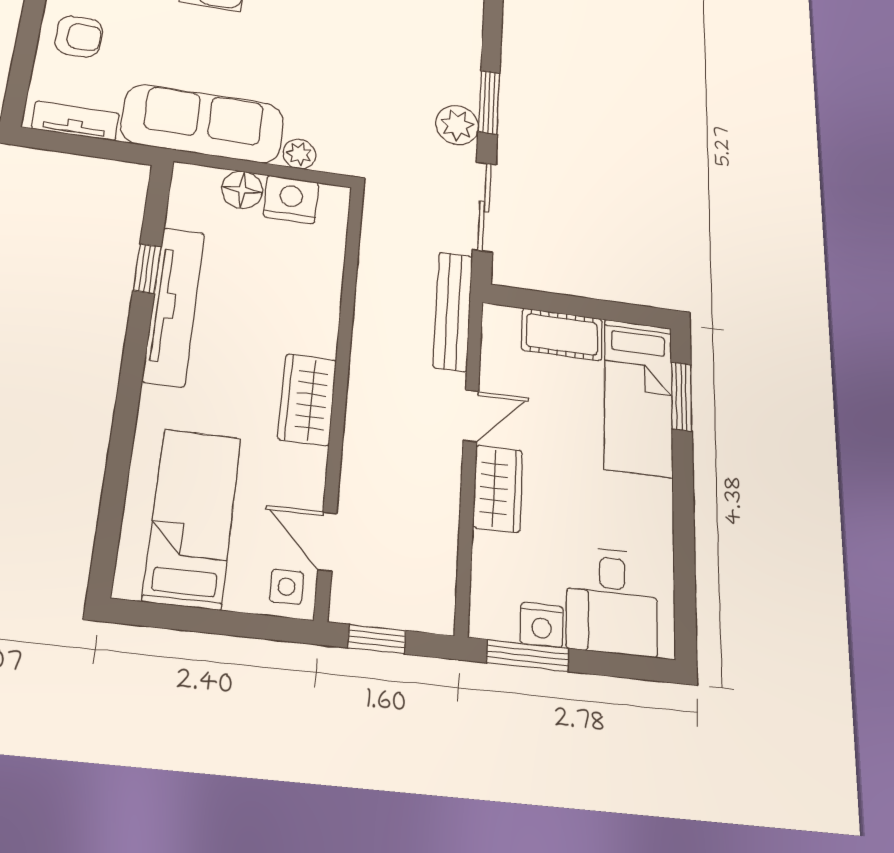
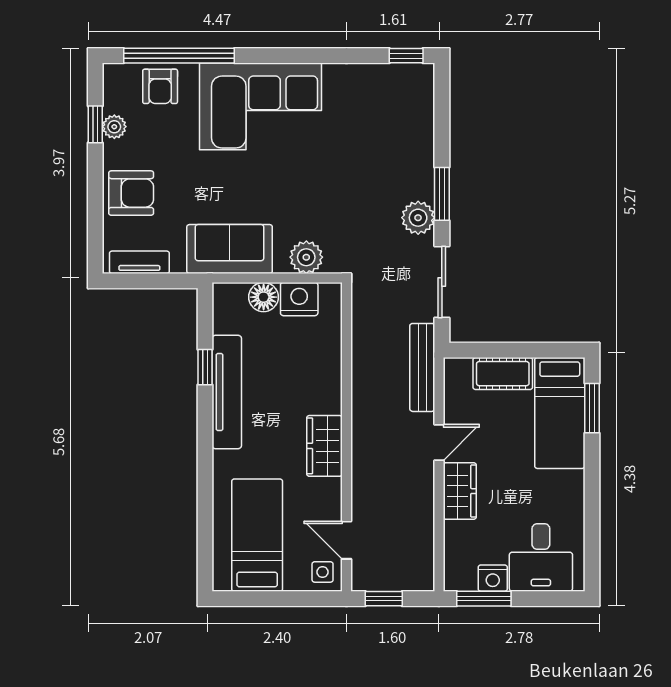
armchair: (79, 36) -> (131, 193), width x1.38, depth x1.38
sofa: (203, 124) -> (230, 249), width x0.73
plant: (299, 154) -> (306, 257), width x1.38, depth x1.38

